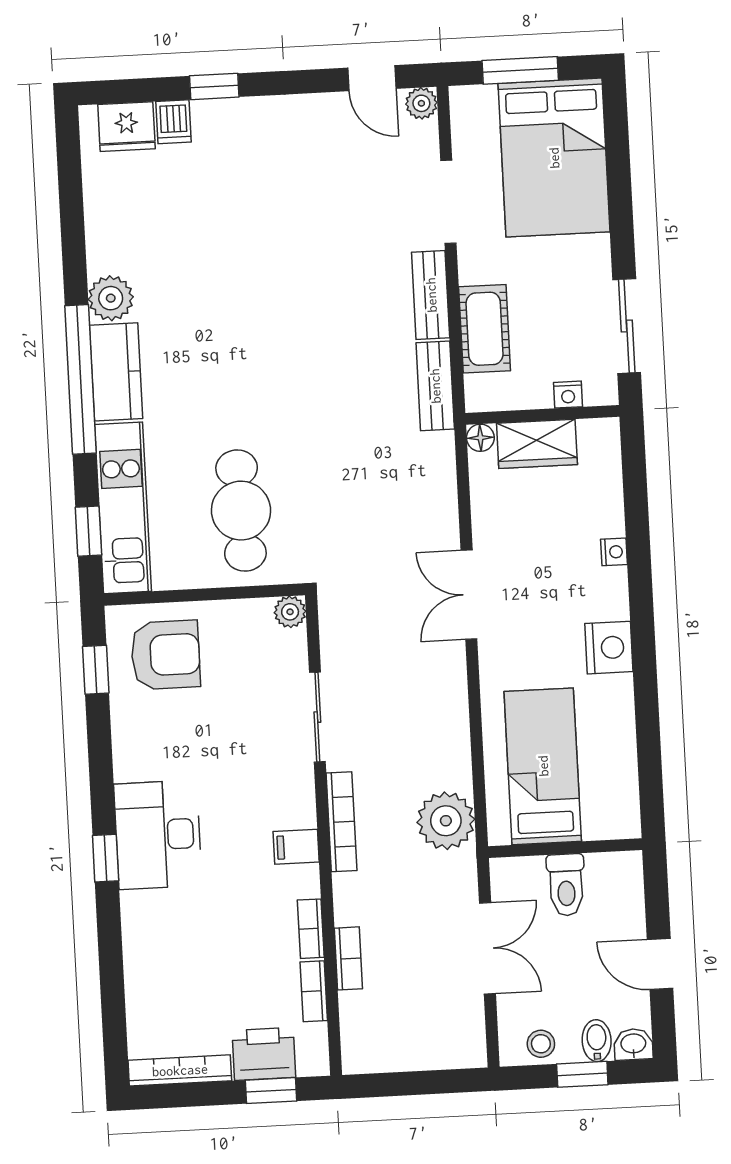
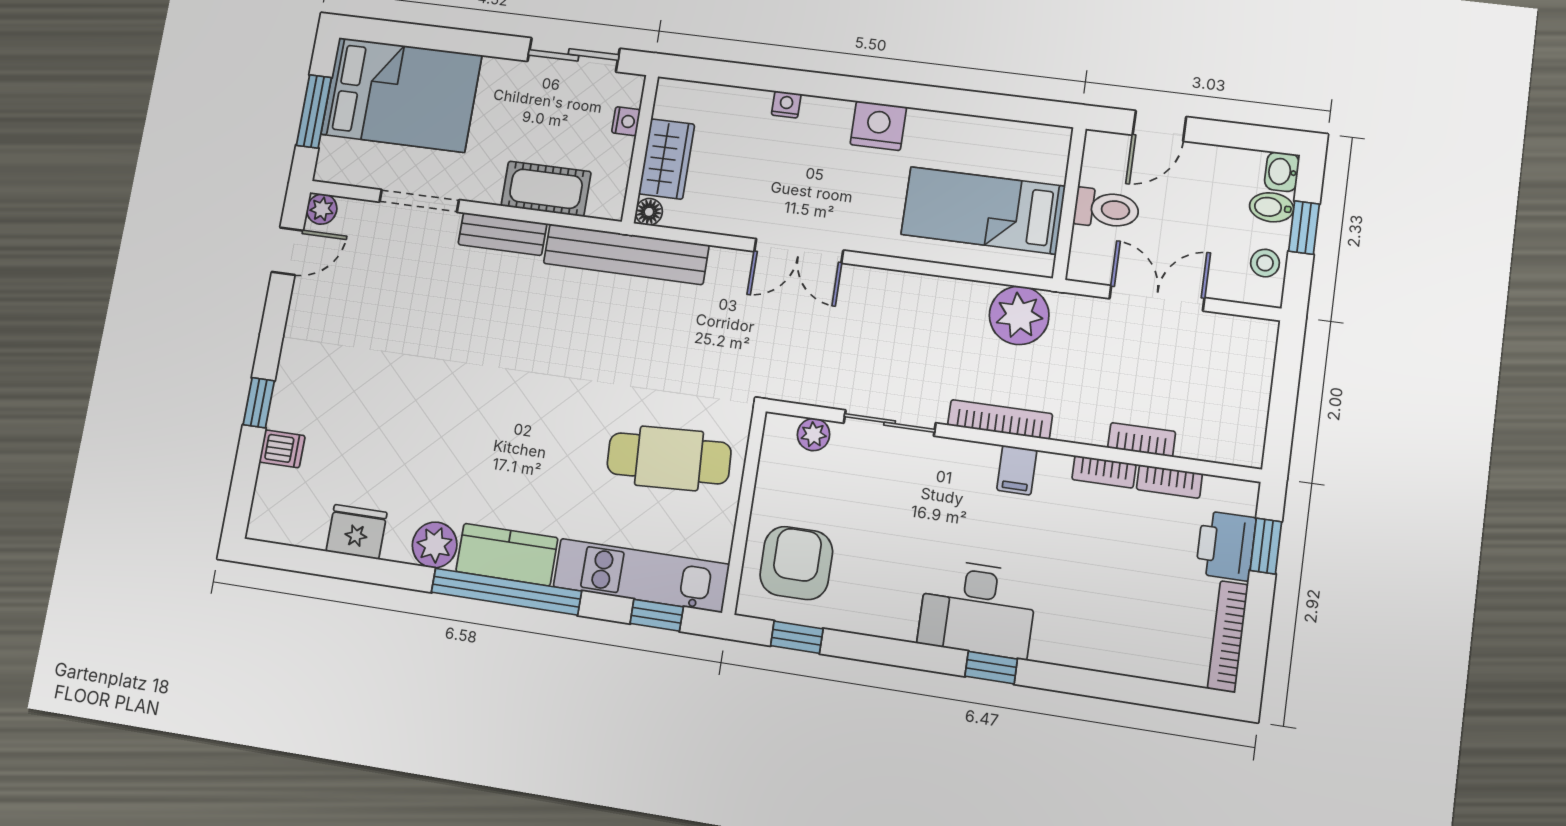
fridge: (127, 127) -> (357, 532), moved, turned -90
bench: (435, 386) -> (626, 254), width x1.86, depth x1.21
plant: (290, 612) -> (813, 435), moved
door: (660, 964) -> (1159, 126), moved

